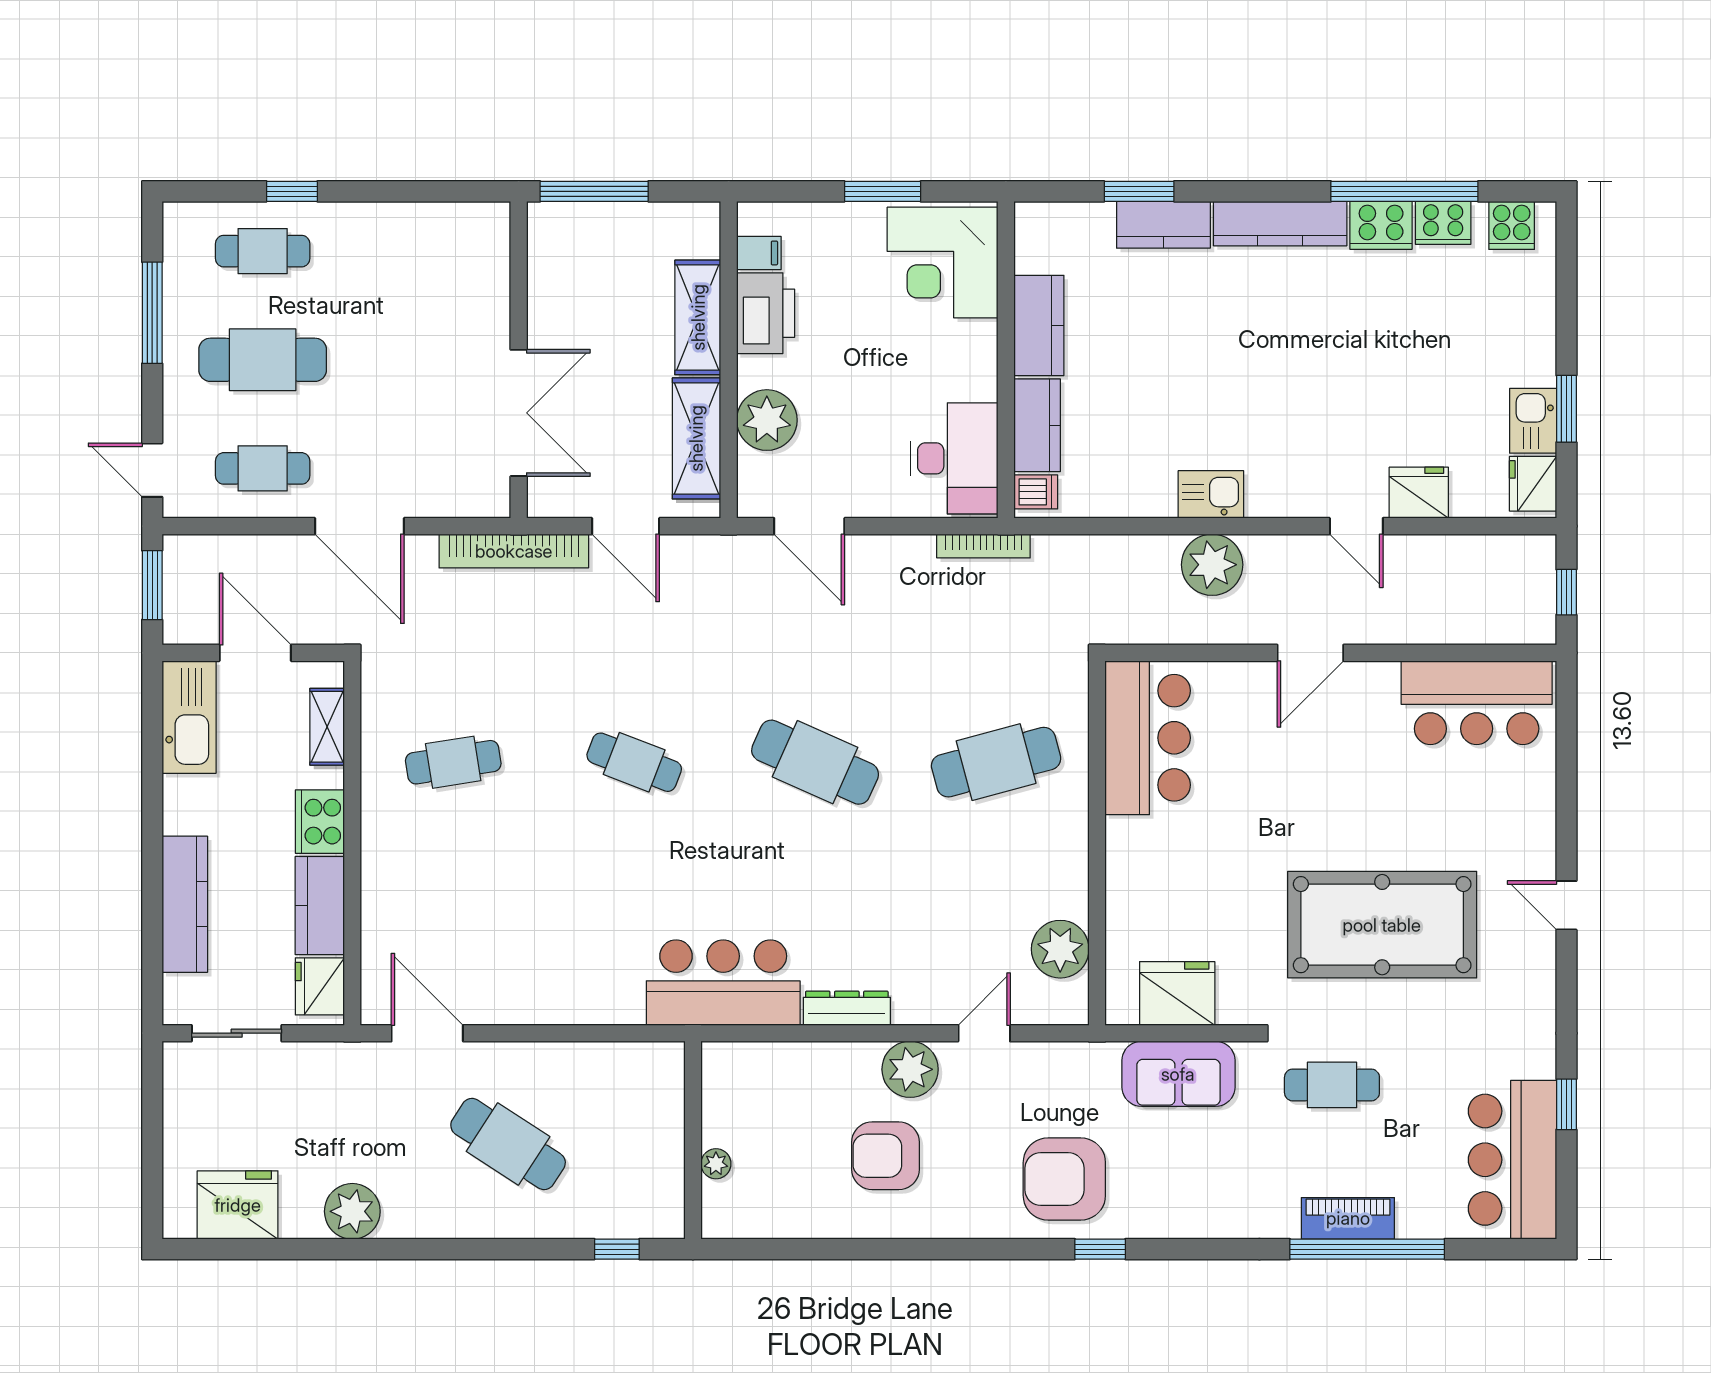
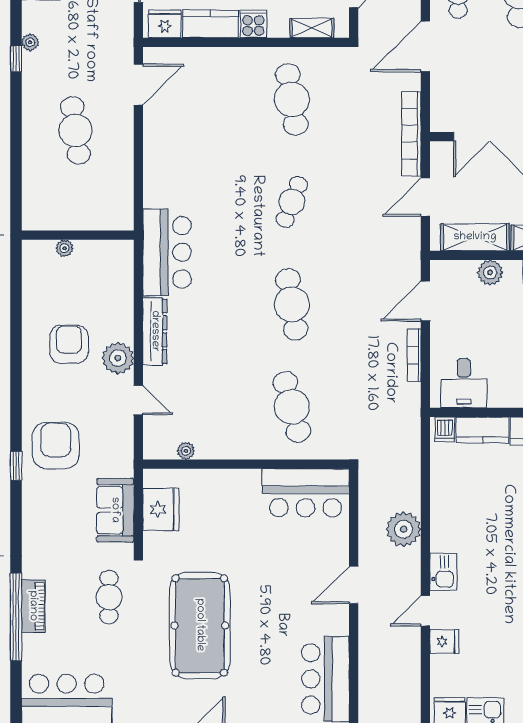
plant: (767, 420) -> (490, 272), width x0.73, depth x0.73
desk: (954, 458) -> (464, 383), width x0.73
fridge: (1419, 493) -> (444, 642), width x0.72
kitchen sink: (1211, 494) -> (443, 572), moved
bookcase: (983, 546) -> (414, 355), moved
door: (1310, 653) -> (354, 585), hinge flipped
cafe table: (453, 762) -> (292, 99), width x1.37, depth x1.35
cafe table: (815, 762) -> (292, 304), turned -33
cooker: (320, 822) -> (253, 24), width x0.73
plant: (1060, 949) -> (186, 451), width x0.53, depth x0.53
dresser: (847, 1008) -> (155, 331), width x1.37, depth x1.24
cafe table: (508, 1144) -> (76, 131), turned -41
plant: (352, 1211) -> (30, 42), width x0.53, depth x0.53
window: (617, 1249) -> (16, 59), moved

